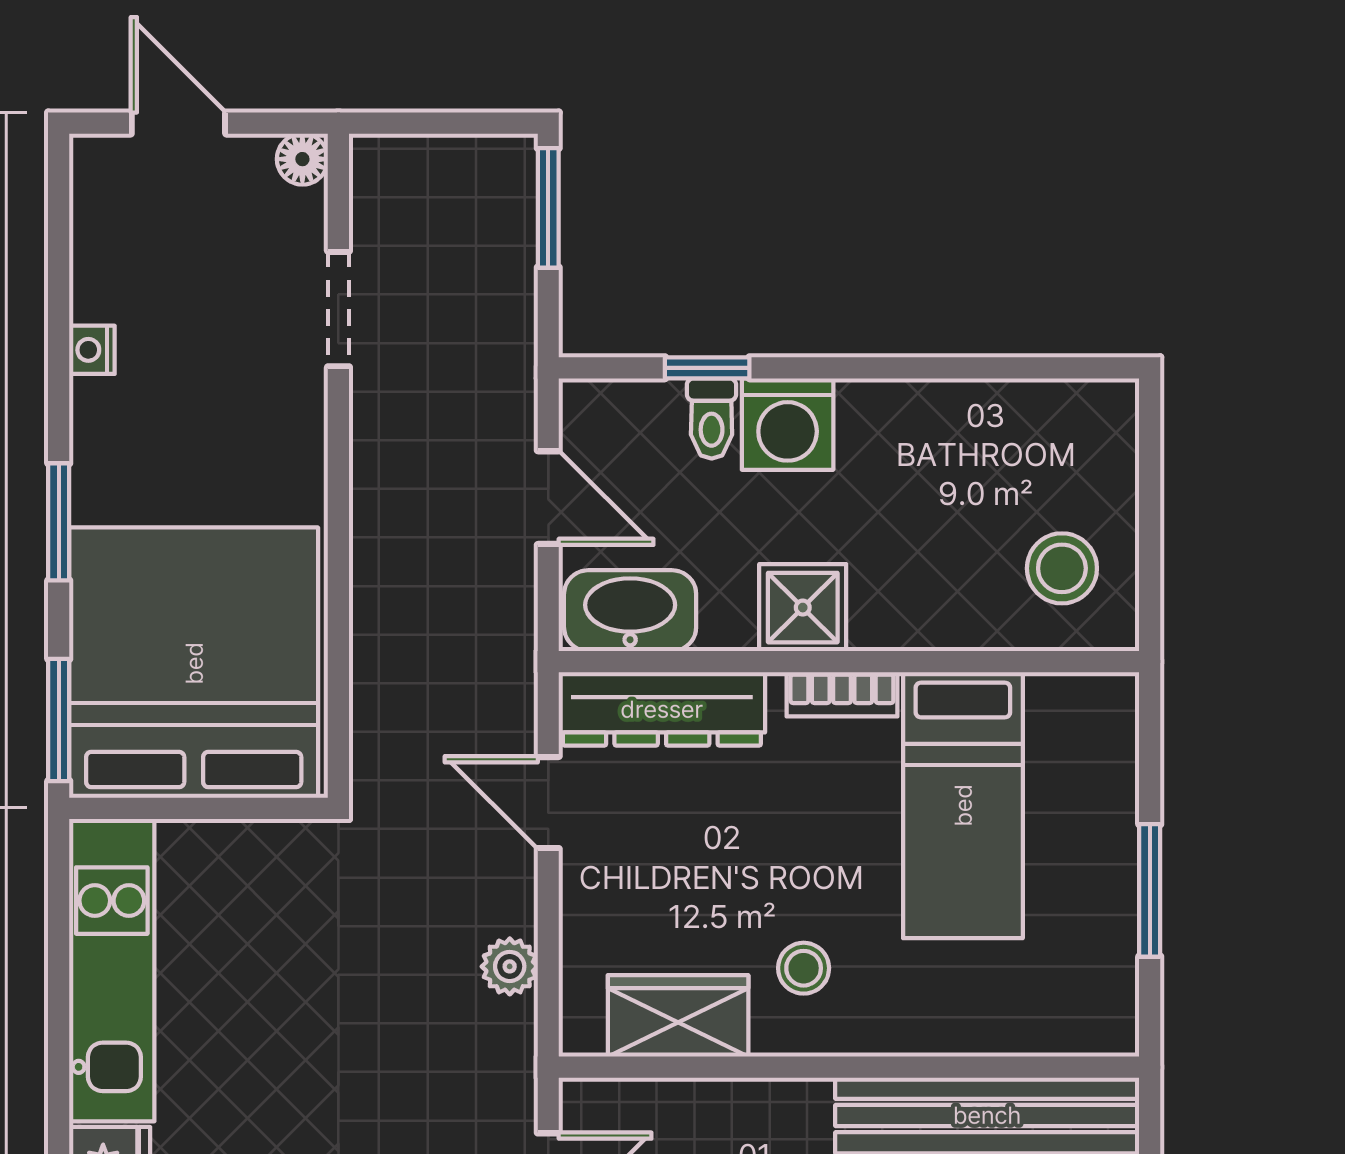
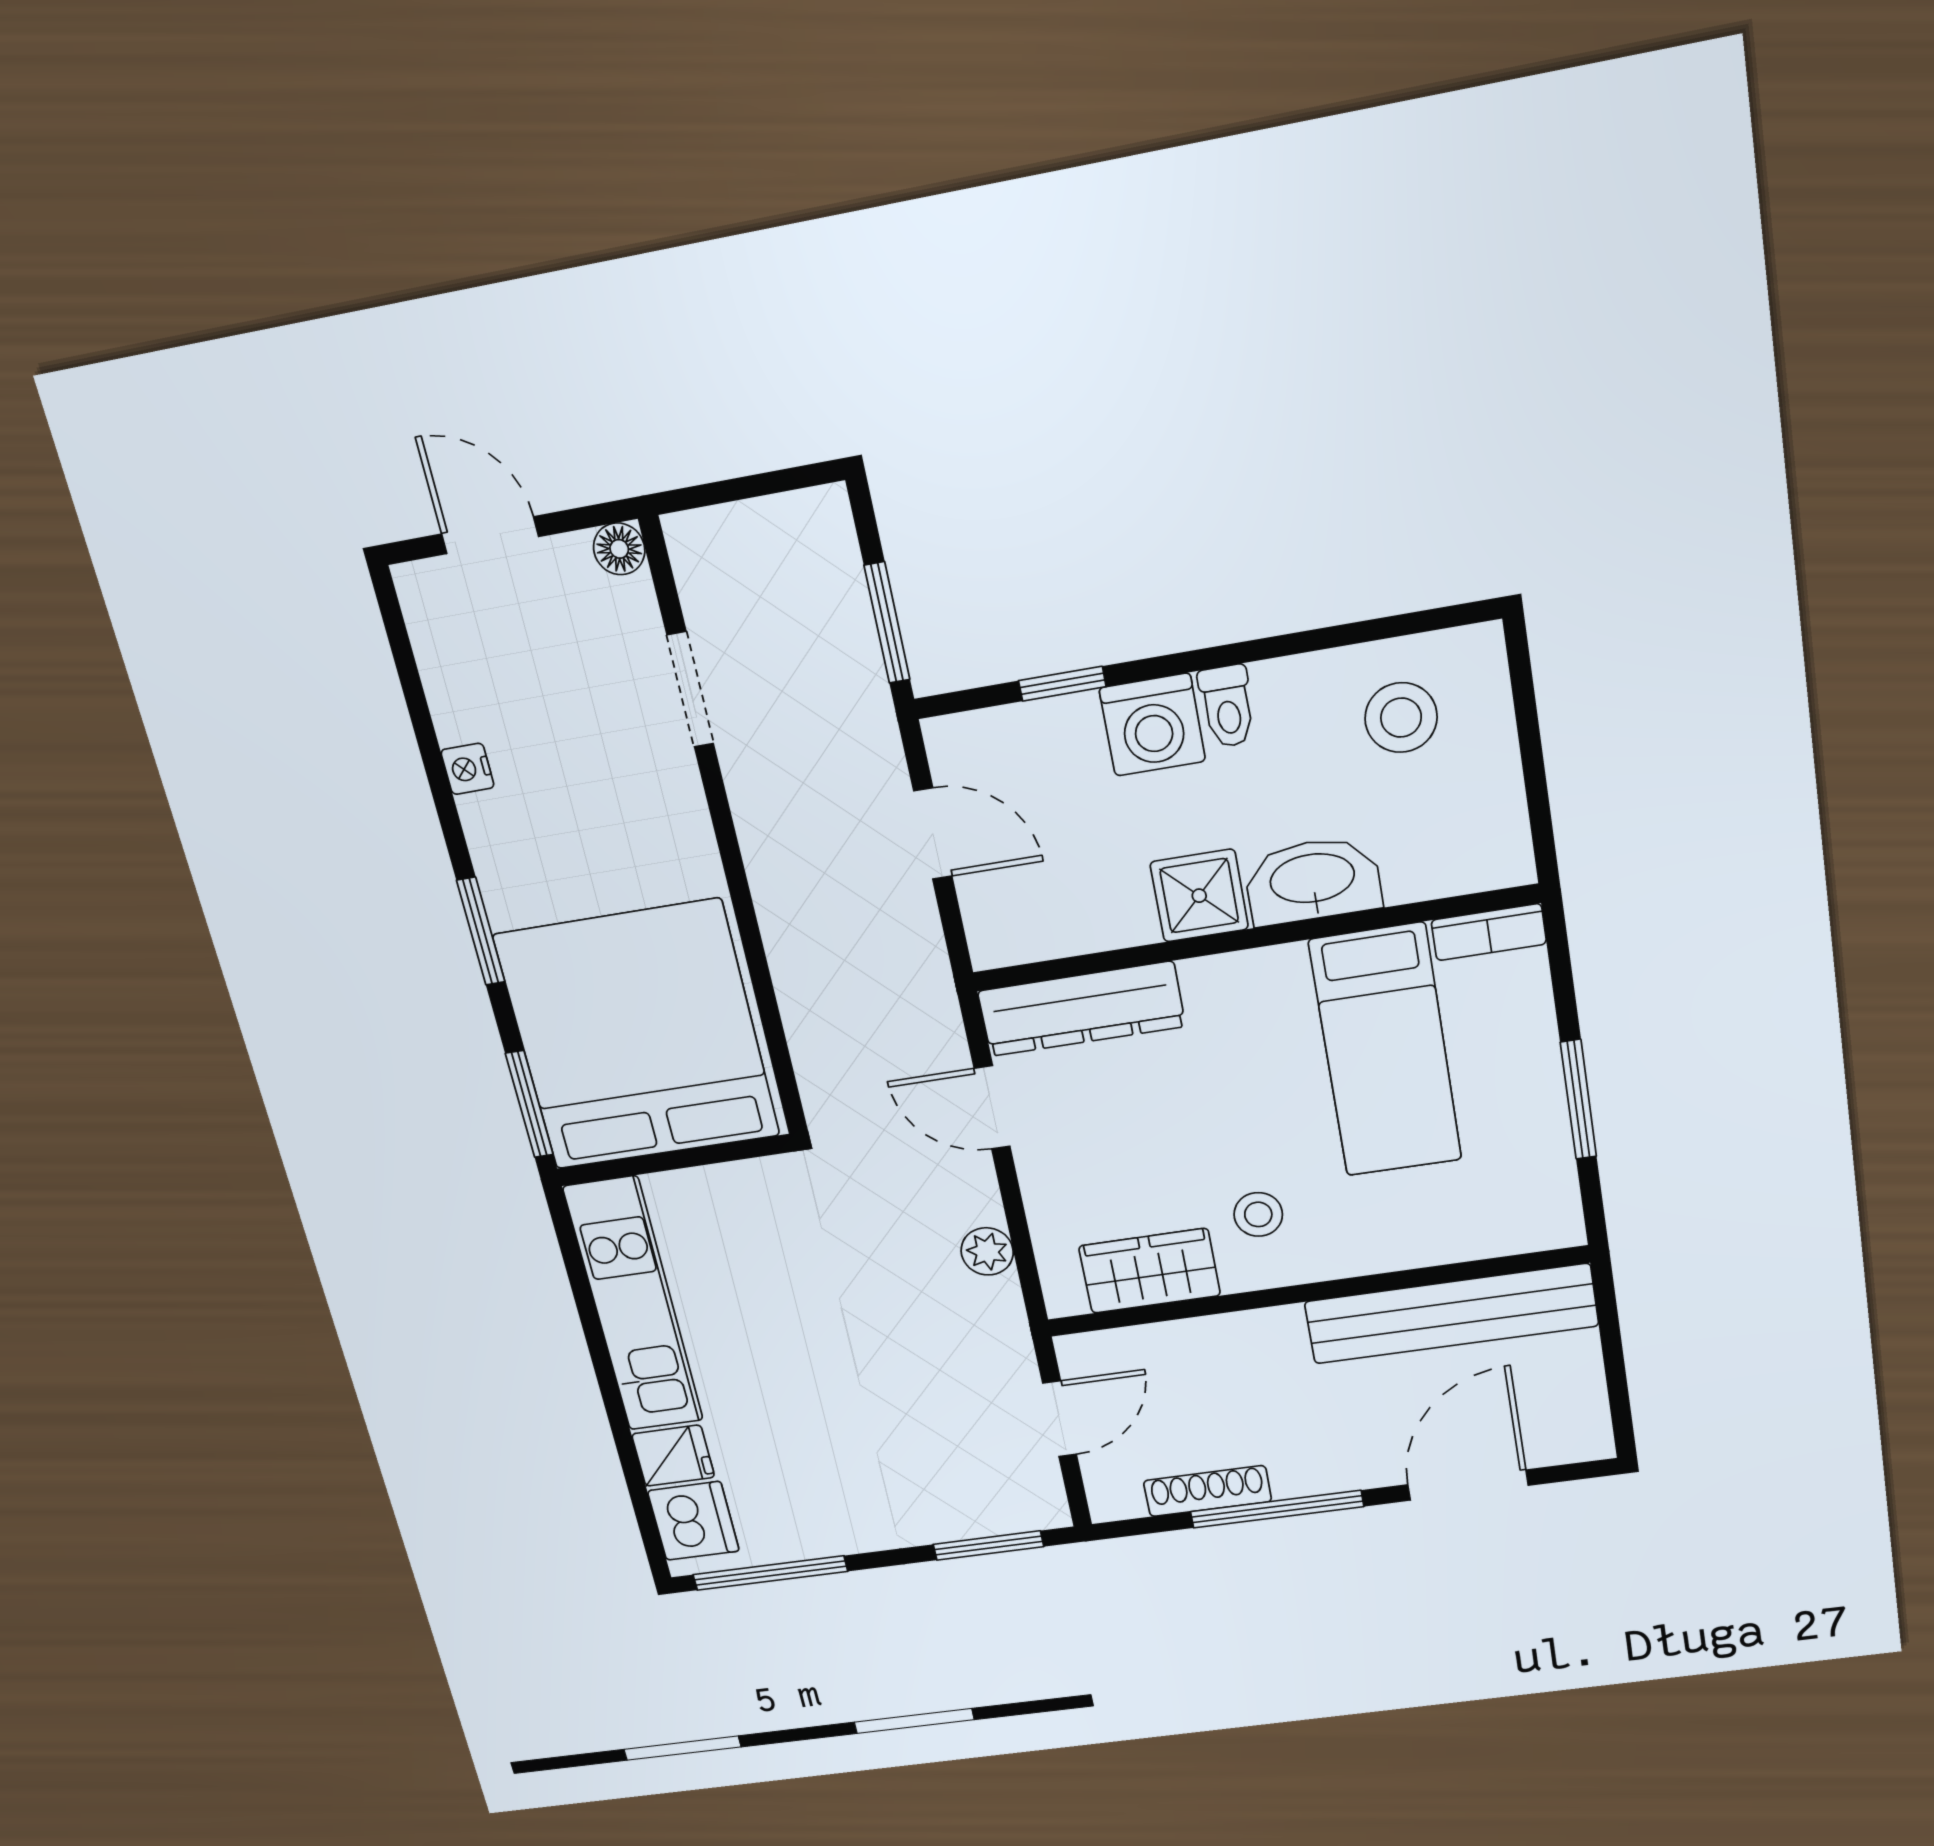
window: (548, 208) -> (887, 623), moved
toilet: (712, 418) -> (1227, 706), moved
stool: (1062, 568) -> (1401, 718), moved
washbasin: (630, 611) -> (1313, 880), moved
bookcase: (842, 694) -> (1489, 932), moved

